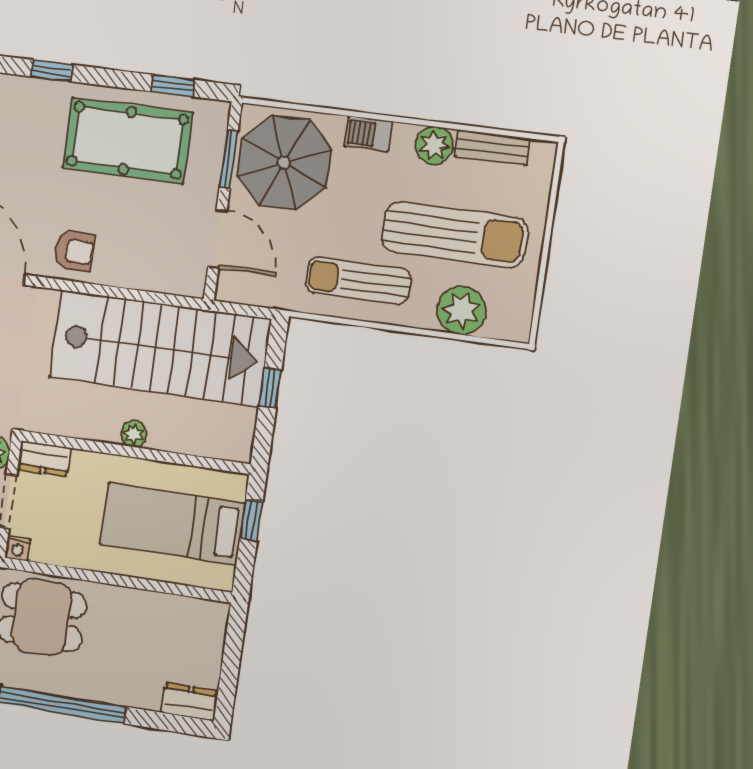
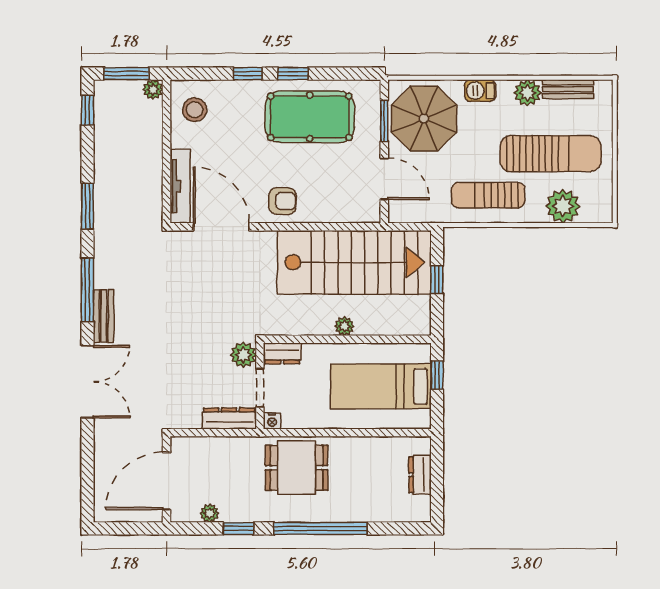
window: (173, 86) -> (293, 74), moved
dresser: (189, 702) -> (420, 475), moved, turned -90

